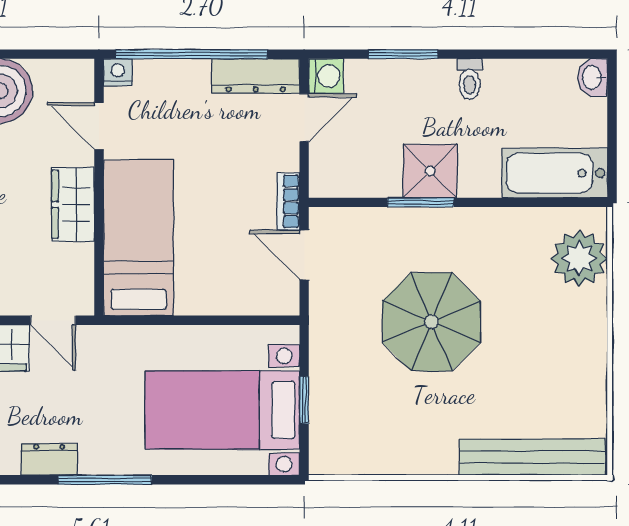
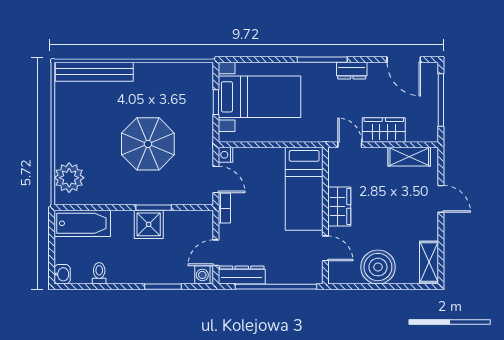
nightstand: (118, 72) -> (225, 155), moved, turned 90
toilet: (470, 79) -> (99, 273), moved

